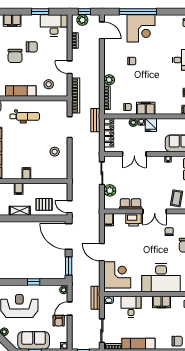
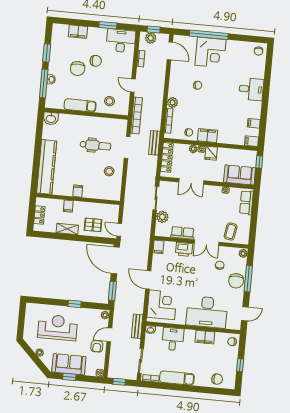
dental chair: (25, 116) -> (95, 145), moved

